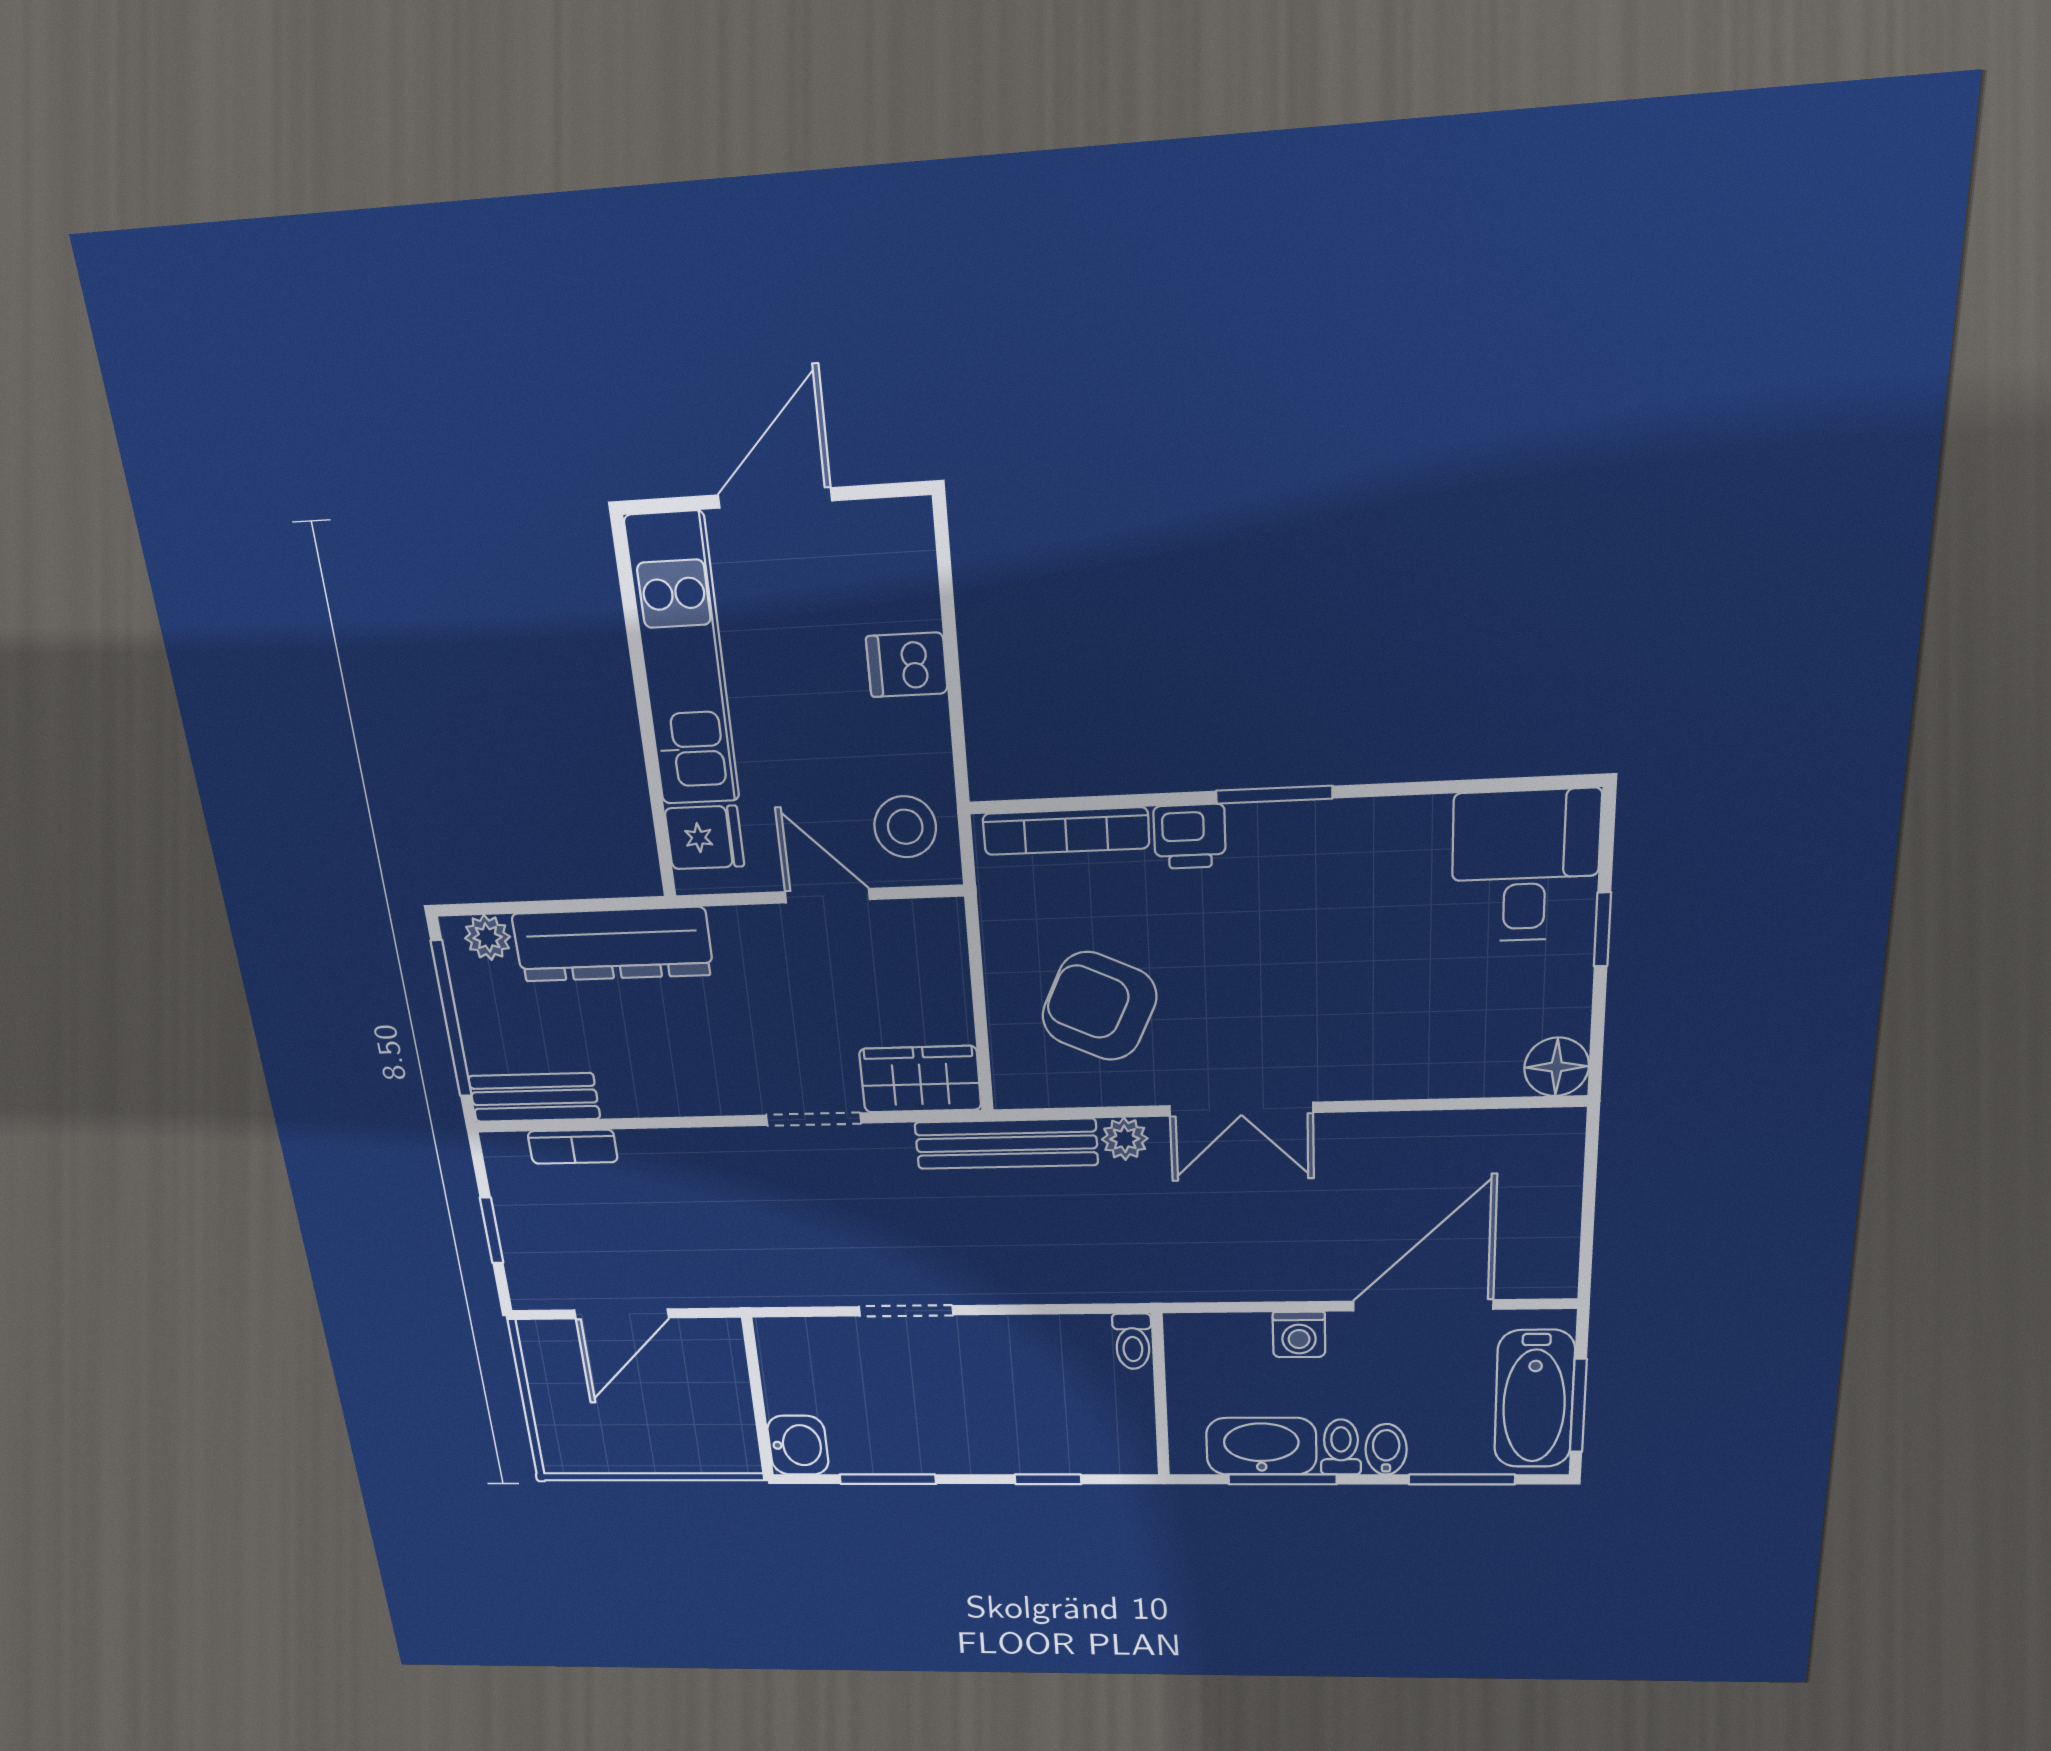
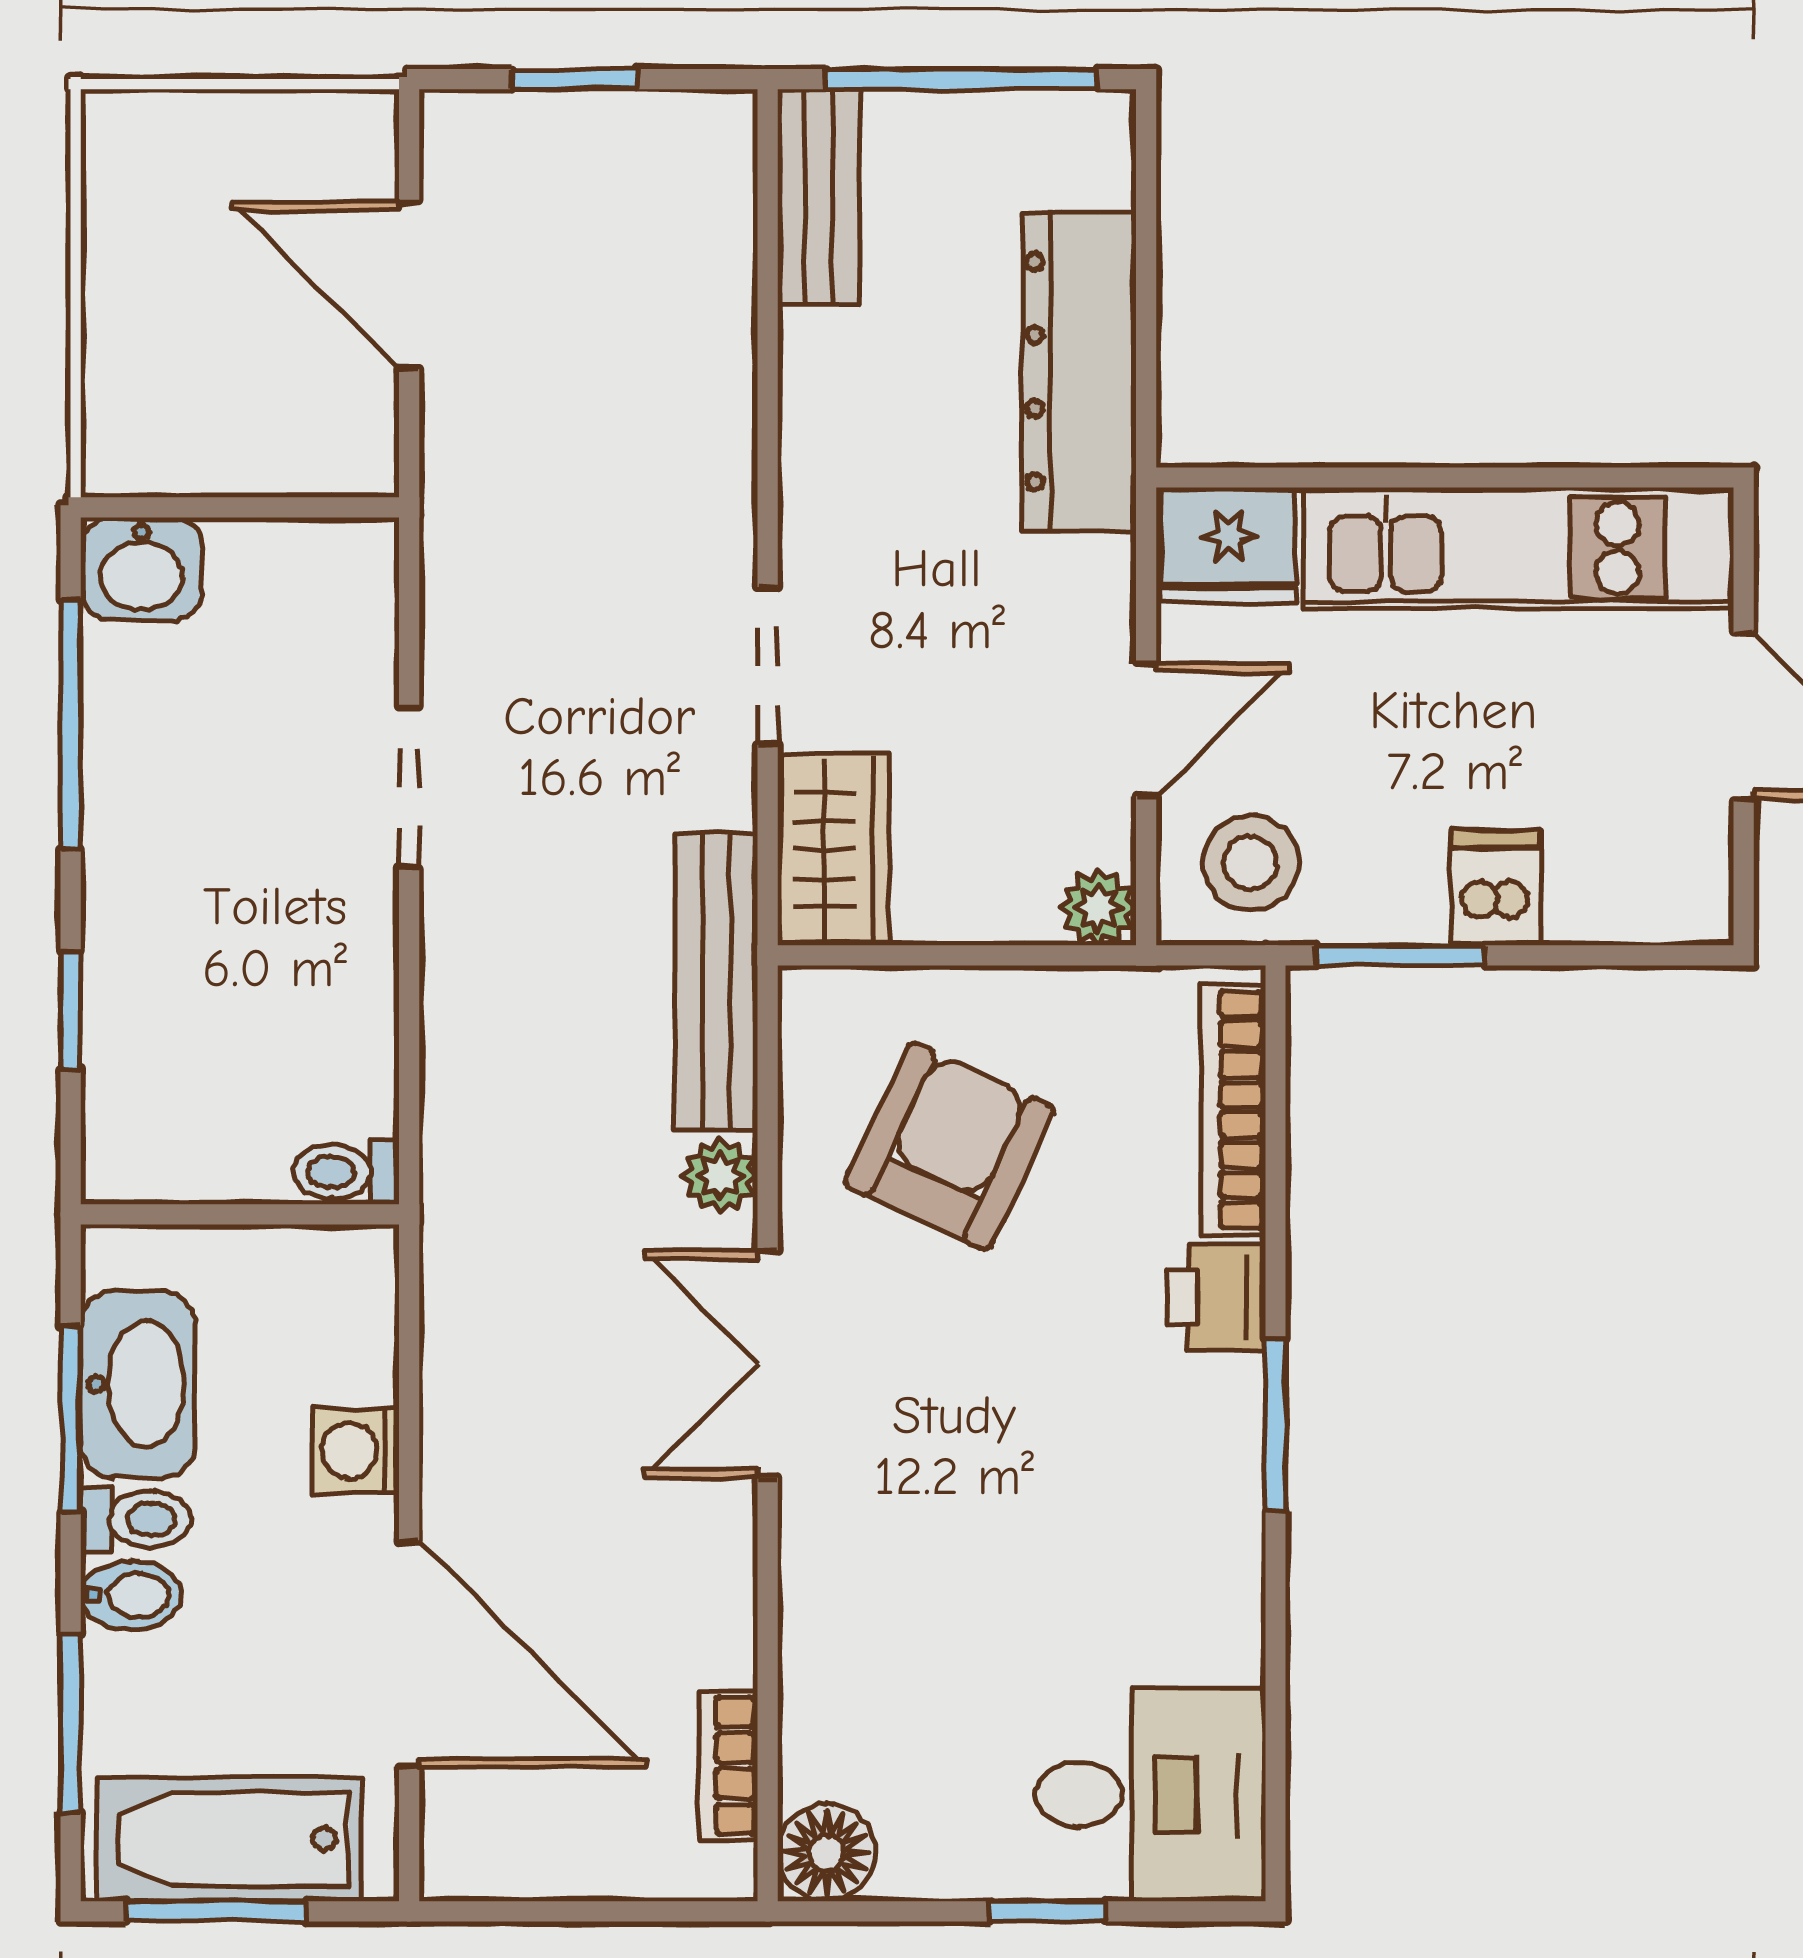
window: (957, 727) -> (1400, 955), added
fridge: (704, 837) -> (1229, 545), width x1.38
plant: (488, 937) -> (1098, 908), moved
bookcase: (573, 1147) -> (728, 1766), moved
window: (888, 1479) -> (71, 724), width x1.44

